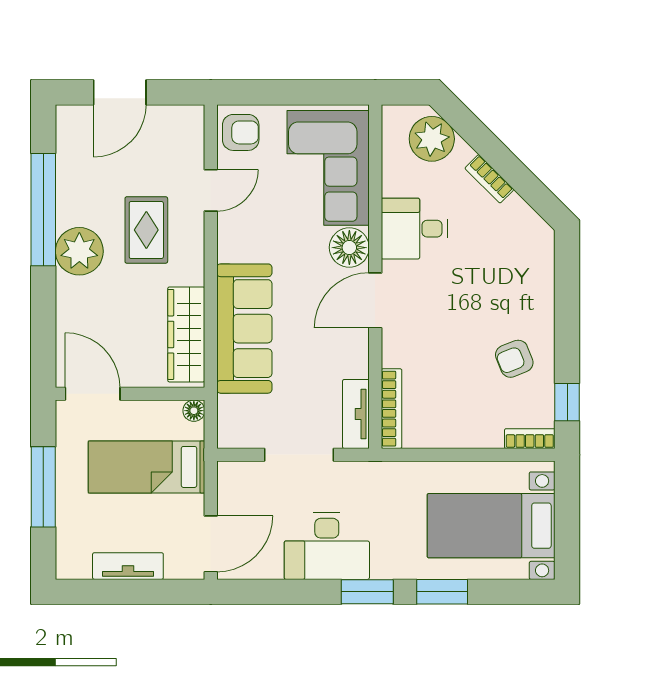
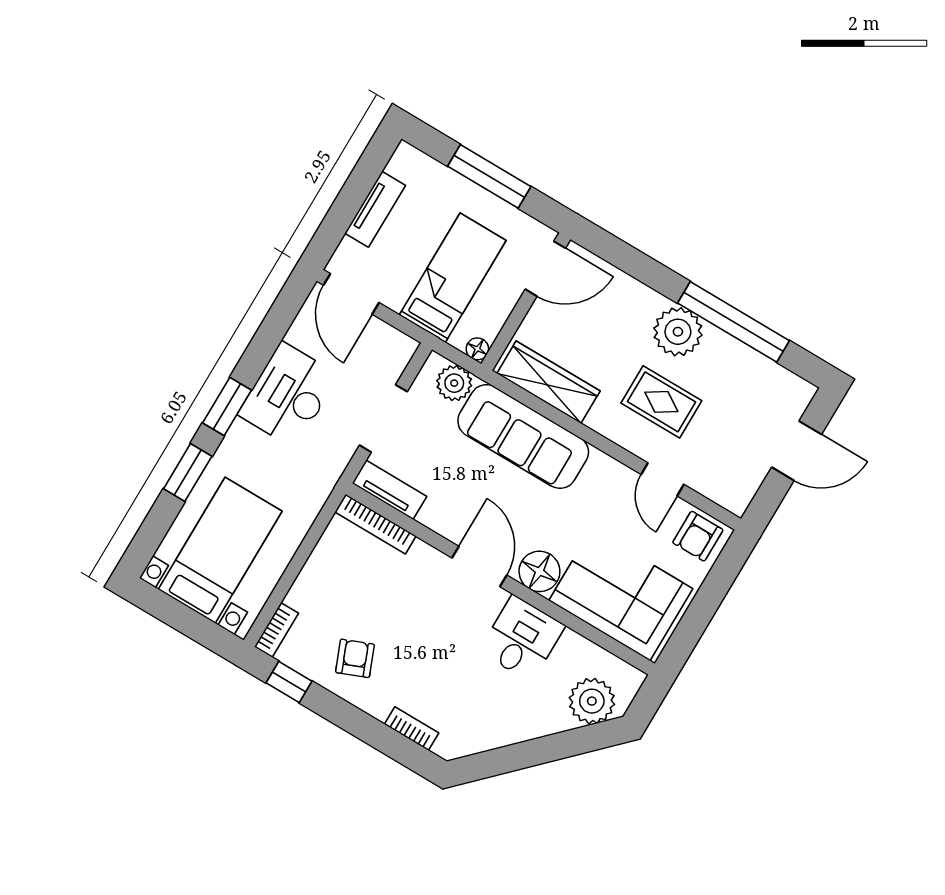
door: (120, 92) -> (797, 451), swing flipped
bookcase: (489, 179) -> (412, 729), moved, turned 45
plant: (234, 413) -> (454, 383), added

